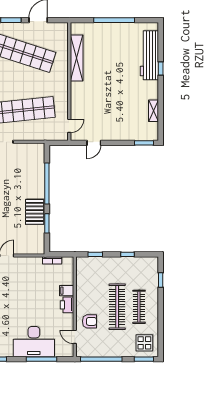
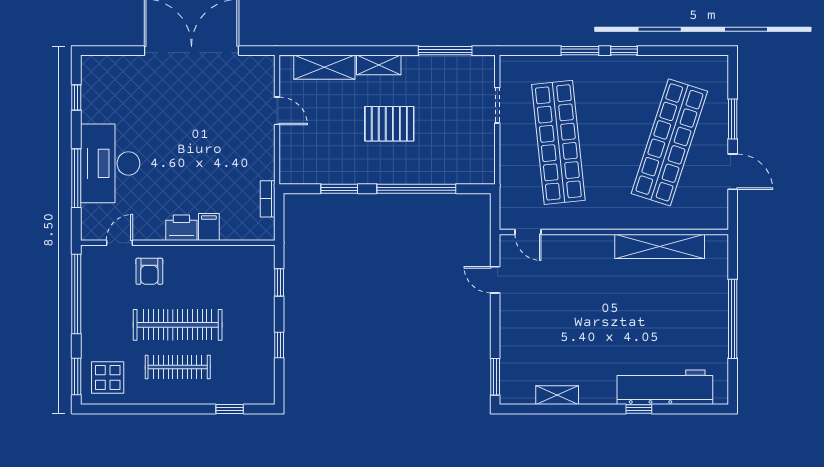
pallet: (35, 212) -> (389, 124), moved

